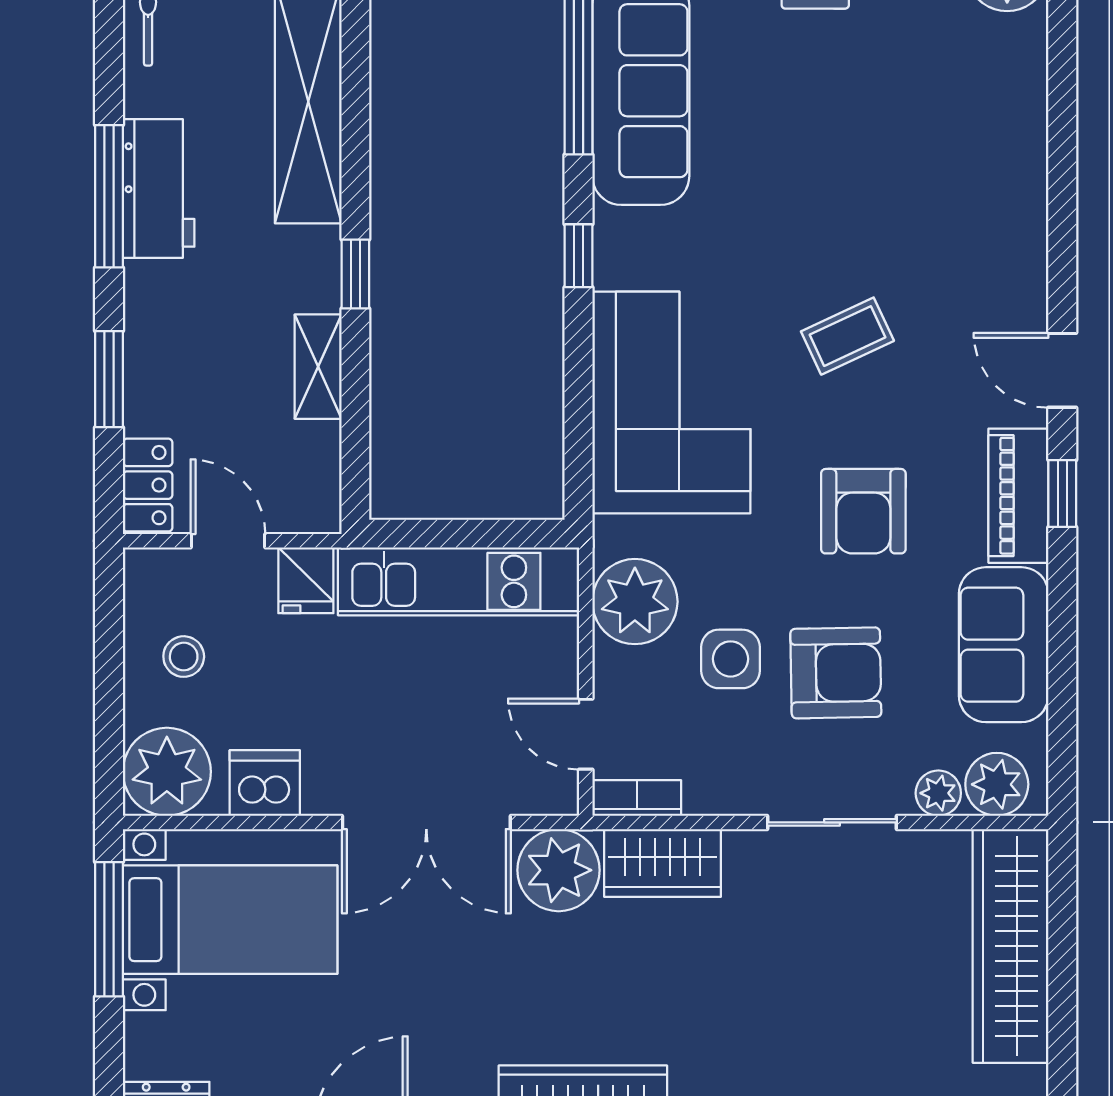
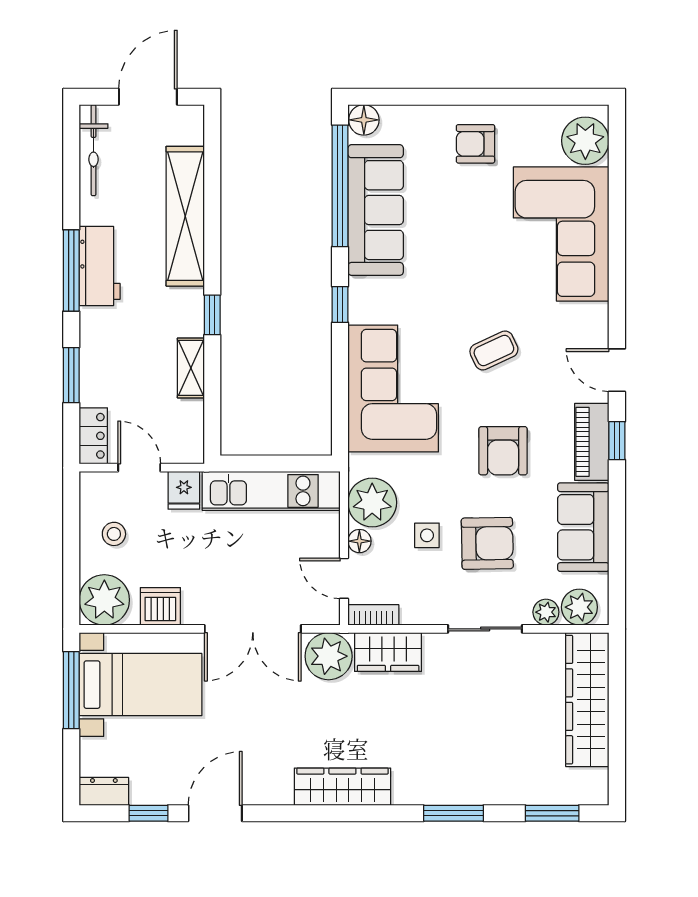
corner sofa: (965, 133) -> (561, 234), added
side table: (731, 659) -> (427, 535), width x0.73, depth x0.73
floor lamp: (613, 669) -> (359, 541), added

